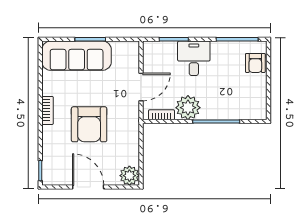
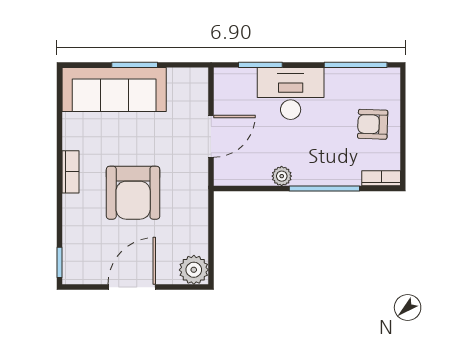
desk: (194, 58) -> (291, 93), width x1.37
armchair: (255, 63) -> (373, 124), moved, turned 92
plant: (188, 108) -> (282, 176), width x0.53, depth x0.53
bookcase: (161, 115) -> (381, 178), moved
door: (88, 187) -> (132, 287), hinge flipped

